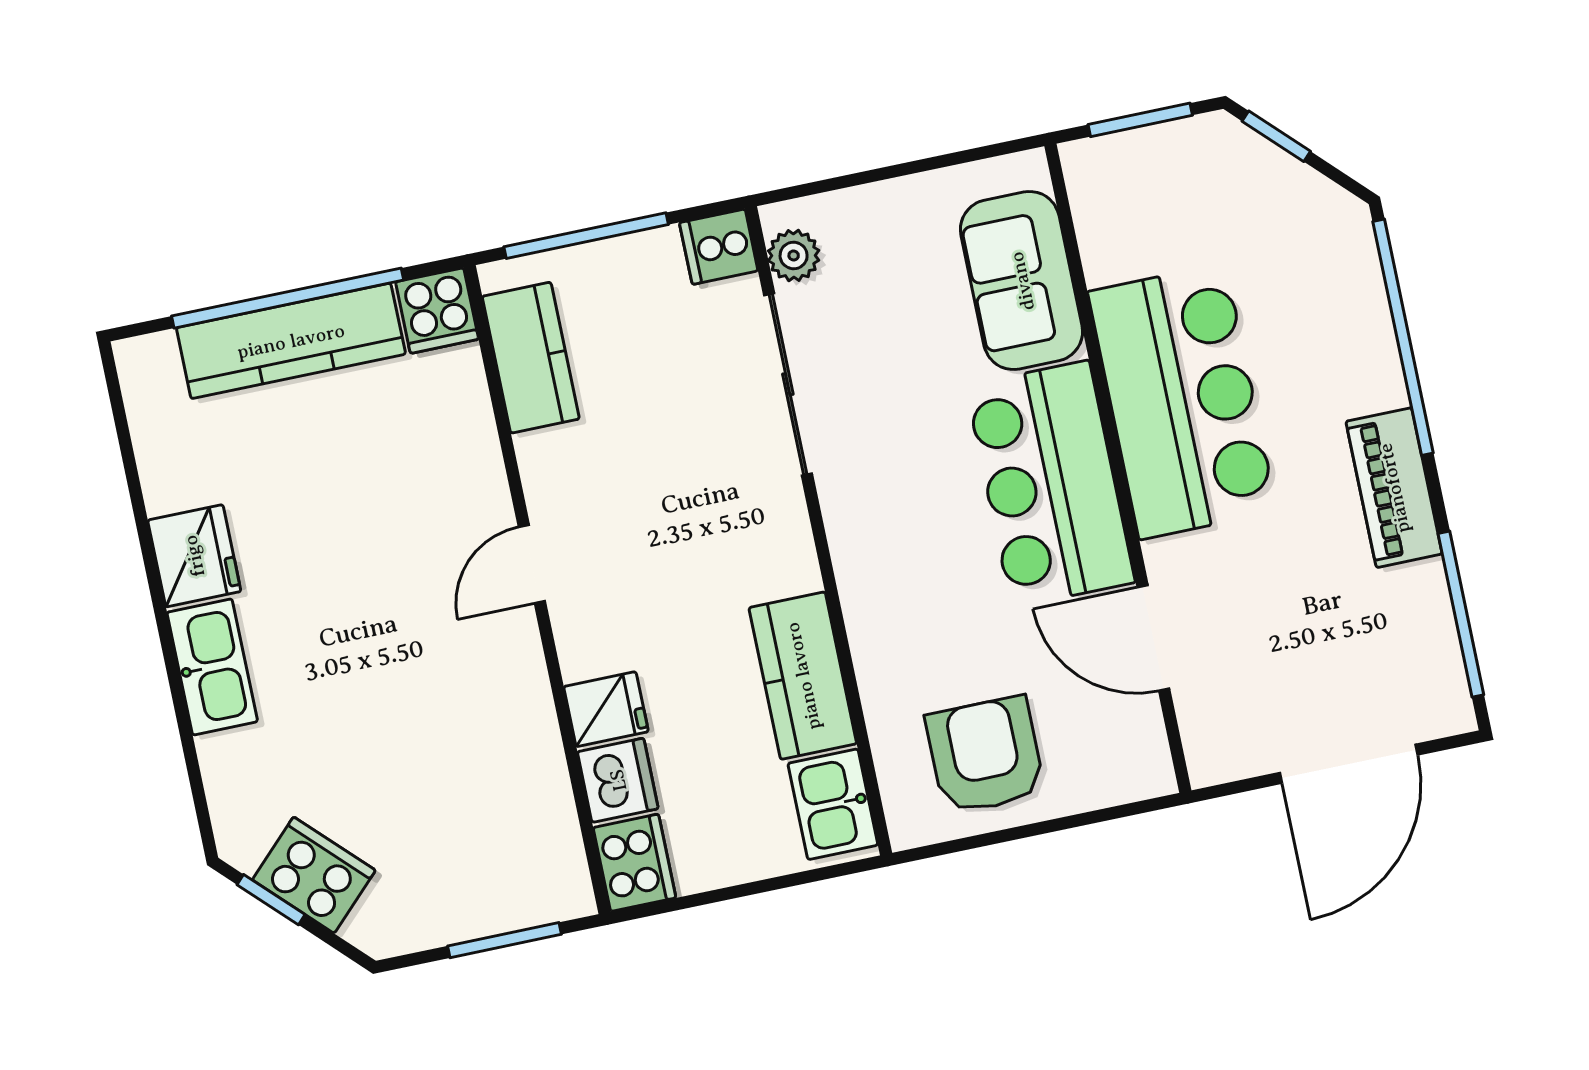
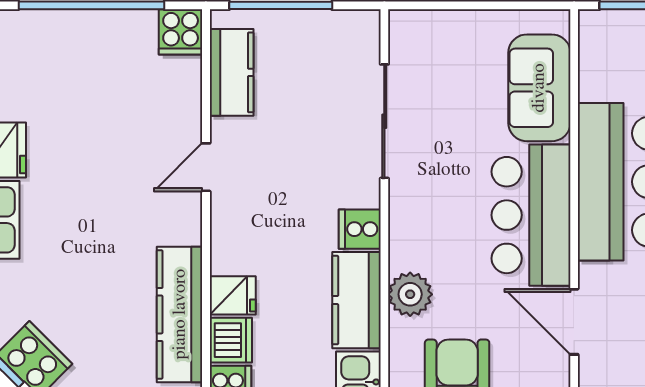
cooker: (719, 247) -> (360, 229), moved
plant: (794, 255) -> (410, 294), moved, width x1.38, depth x1.38
kitchen counter: (291, 341) -> (180, 314), moved, turned 90
door: (532, 564) -> (206, 167), moved

